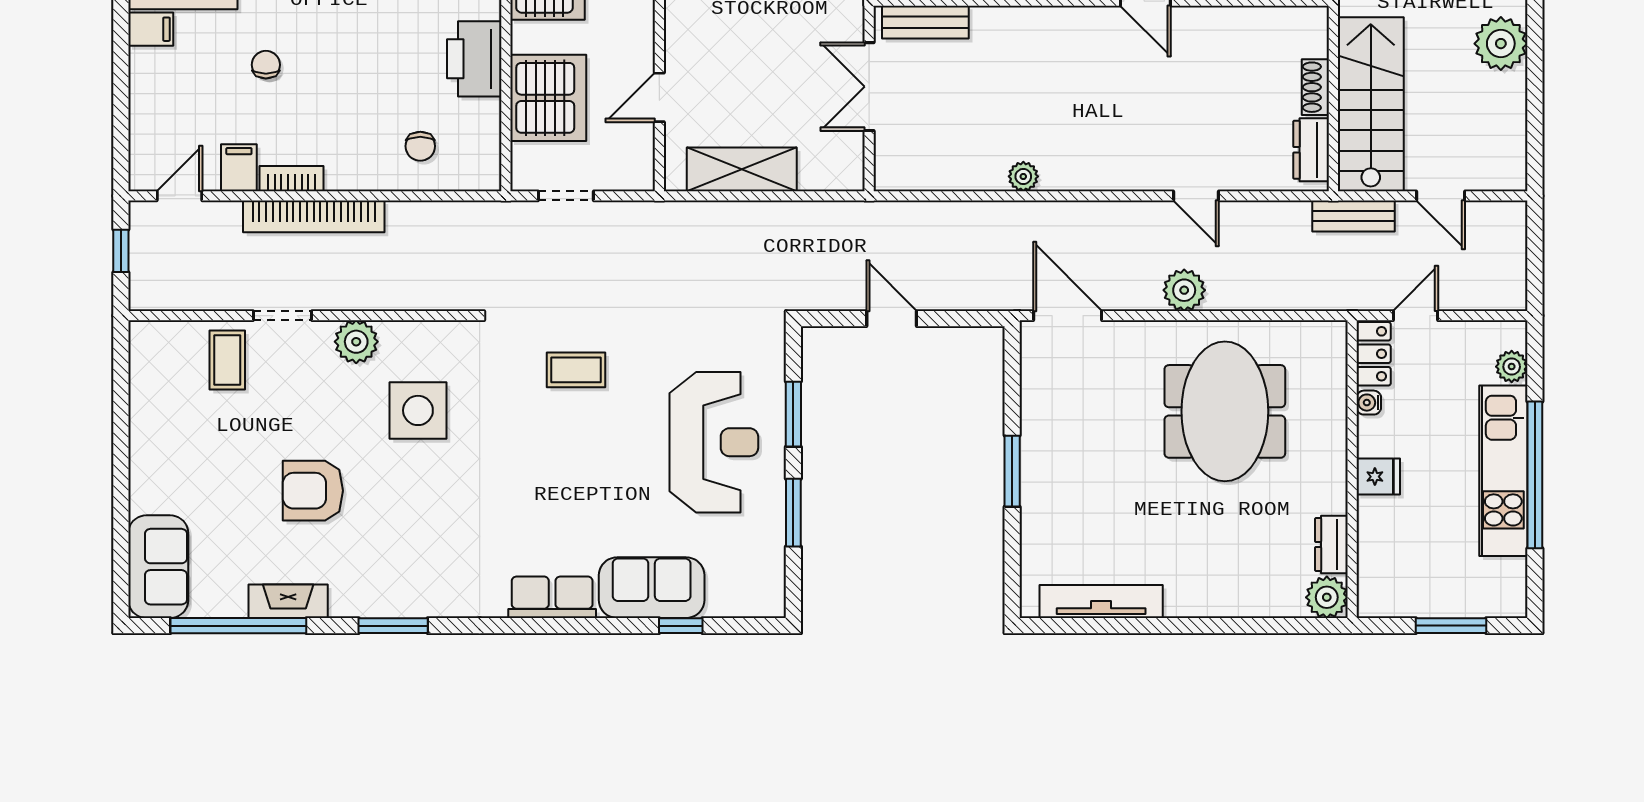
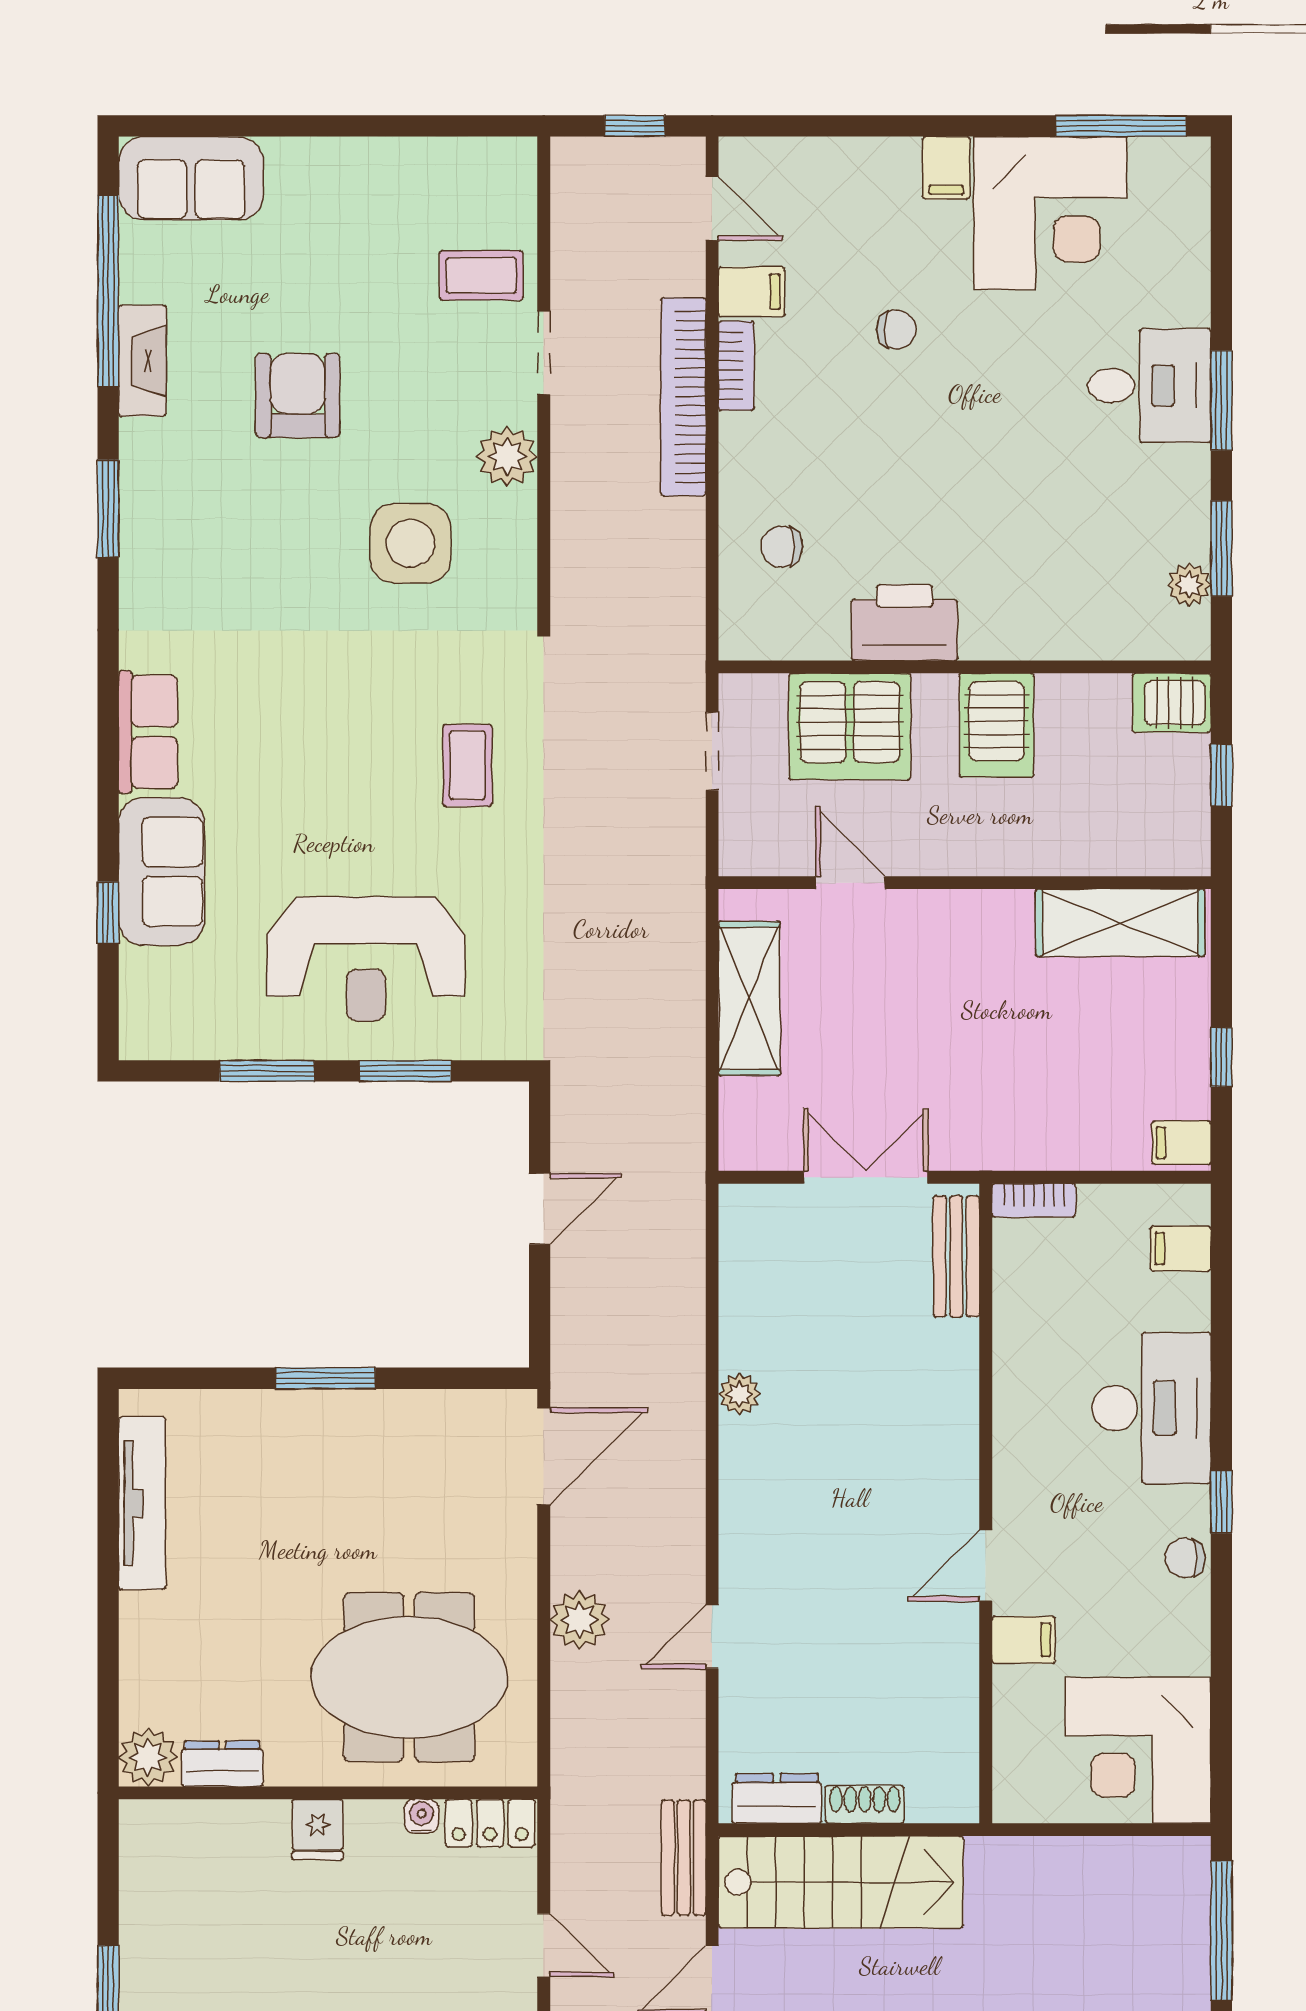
locker: (1374, 354) -> (490, 1823), moved
water cooler: (1369, 403) -> (422, 1816), moved
wall: (1352, 469) -> (328, 1793), moved
fridge: (1378, 477) -> (318, 1830), moved
dresser: (1331, 544) -> (222, 1764), moved
plant: (1327, 597) -> (148, 1757), moved

